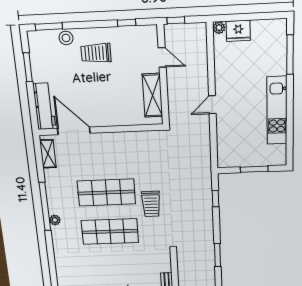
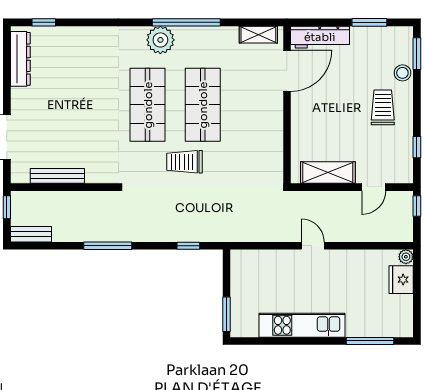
window: (254, 169) -> (227, 314), moved
plant: (55, 220) -> (160, 40), width x1.87, depth x1.87
window: (217, 255) -> (108, 246), width x1.44

